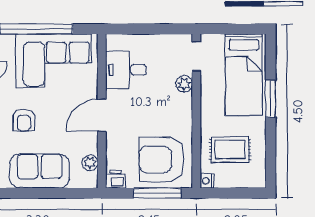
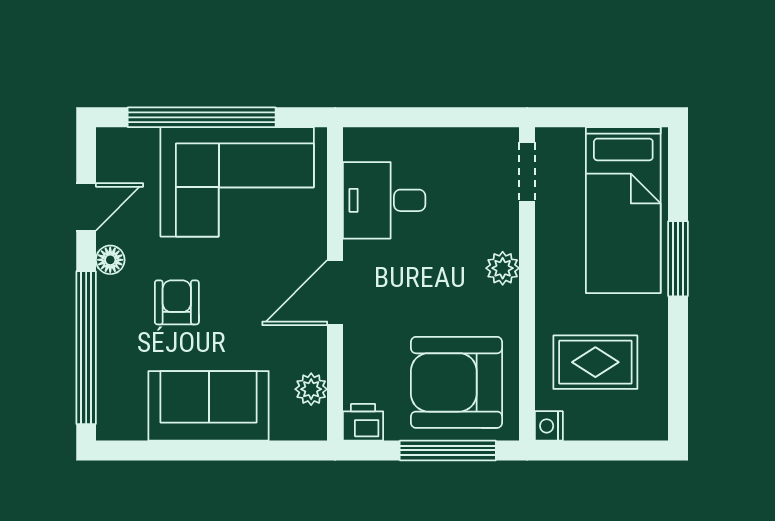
plant: (184, 84) -> (503, 268), moved
armchair: (24, 120) -> (177, 302), turned 180

